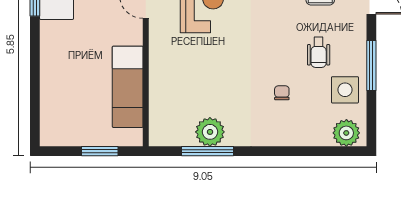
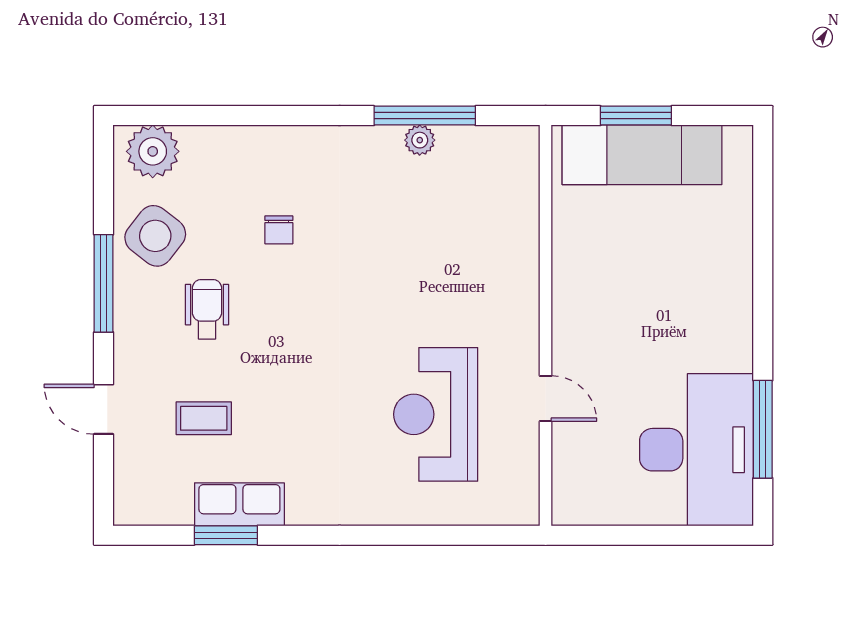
exam couch: (128, 87) -> (642, 155), moved, turned 90
side table: (345, 90) -> (155, 236), turned 38
plant: (210, 132) -> (420, 140), width x0.53, depth x0.53

